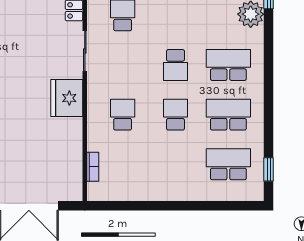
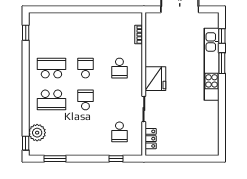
school desk: (175, 115) -> (85, 68), turned 180
school desk: (228, 115) -> (51, 68), turned 180
school desk: (228, 164) -> (51, 36), removed

